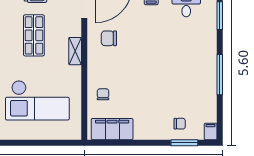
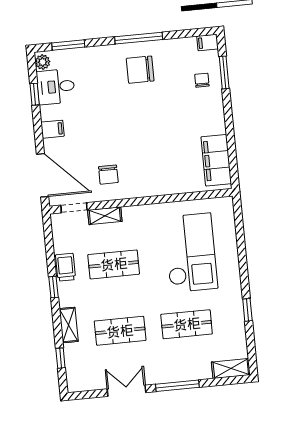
shelving: (75, 51) -> (105, 216), moved
chair: (103, 94) -> (140, 70), moved, width x1.87, depth x1.87

